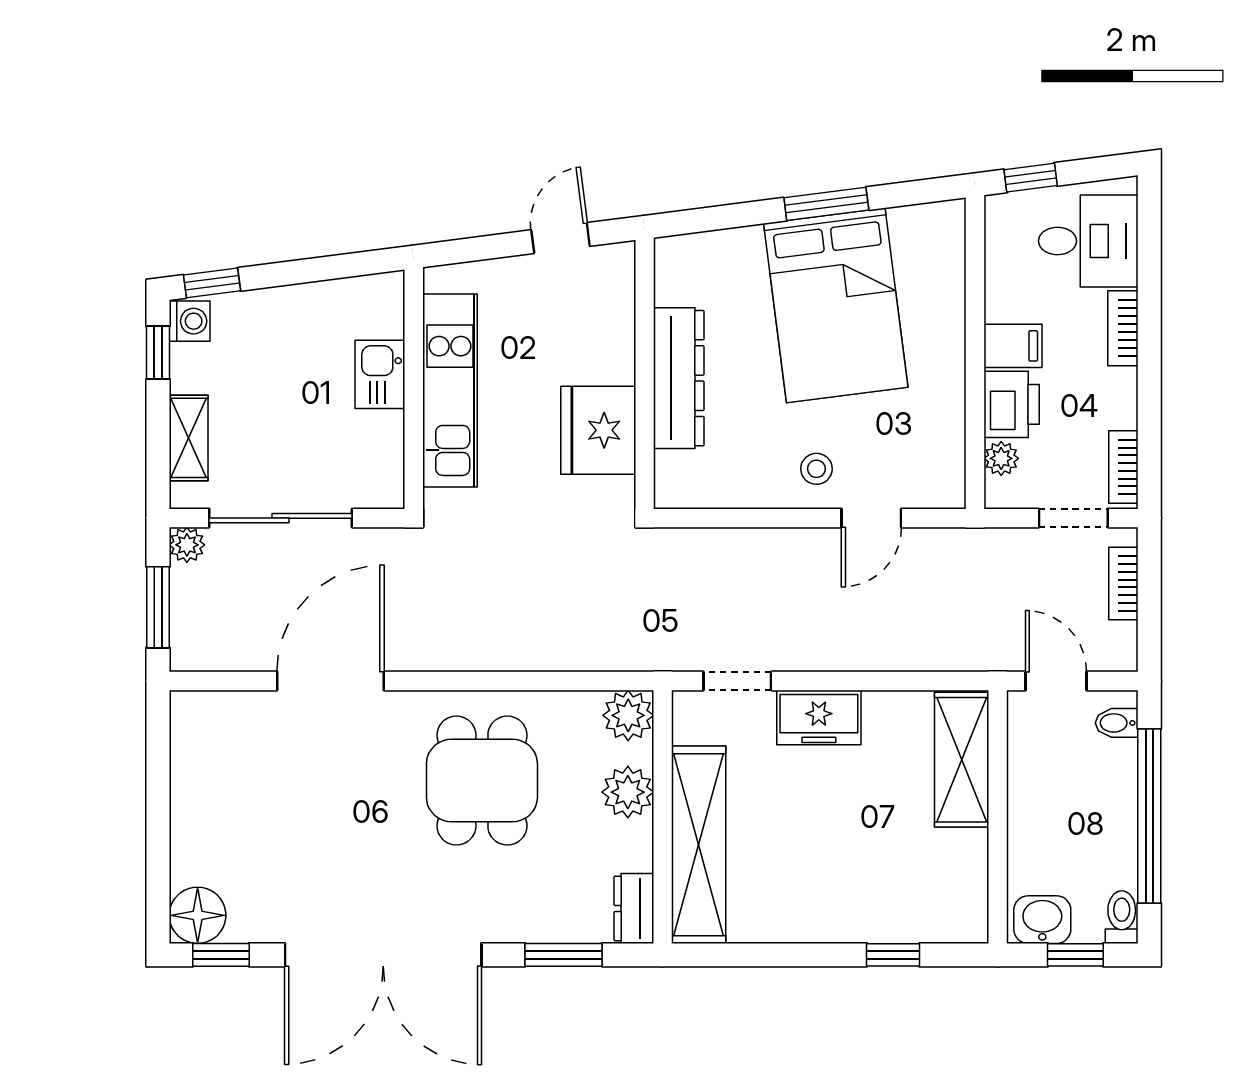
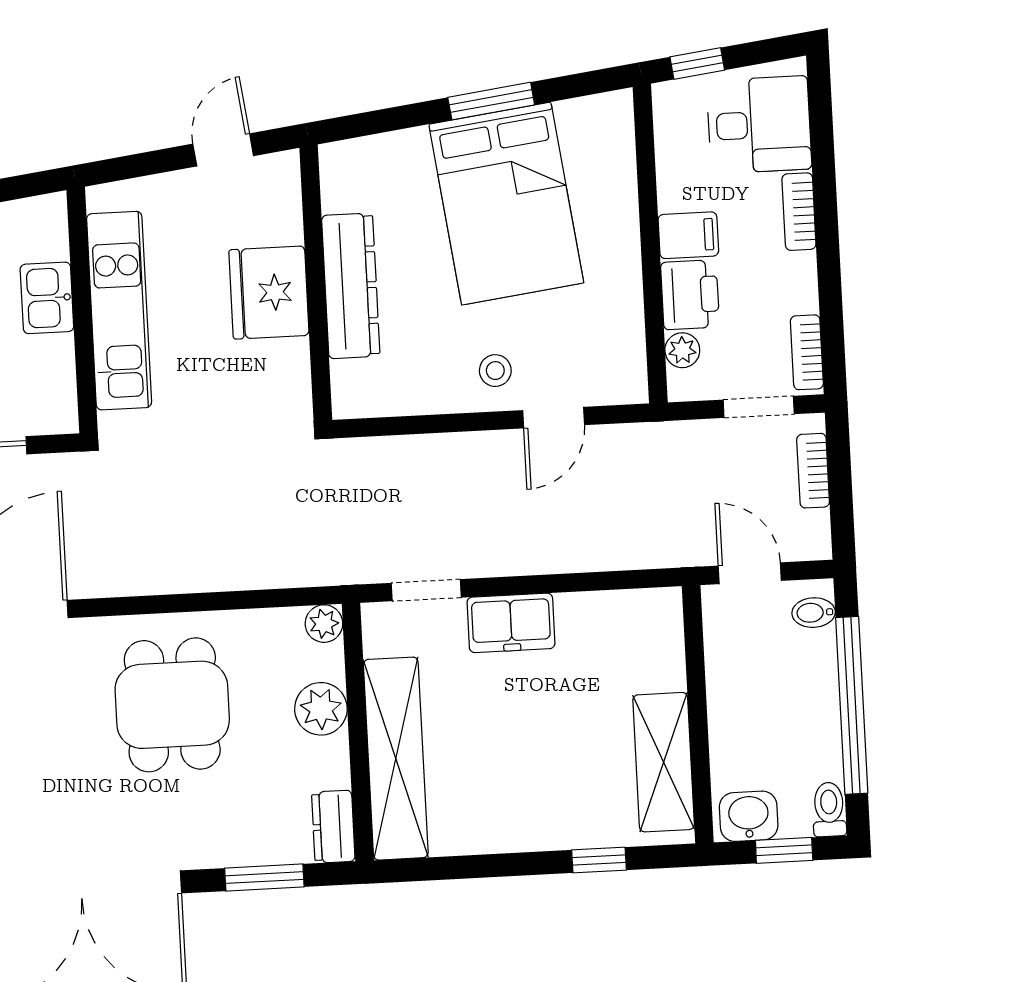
fridge: (598, 430) -> (269, 293), moved
plant: (628, 715) -> (324, 624), width x0.73, depth x0.73
shelving: (962, 760) -> (664, 762), moved

